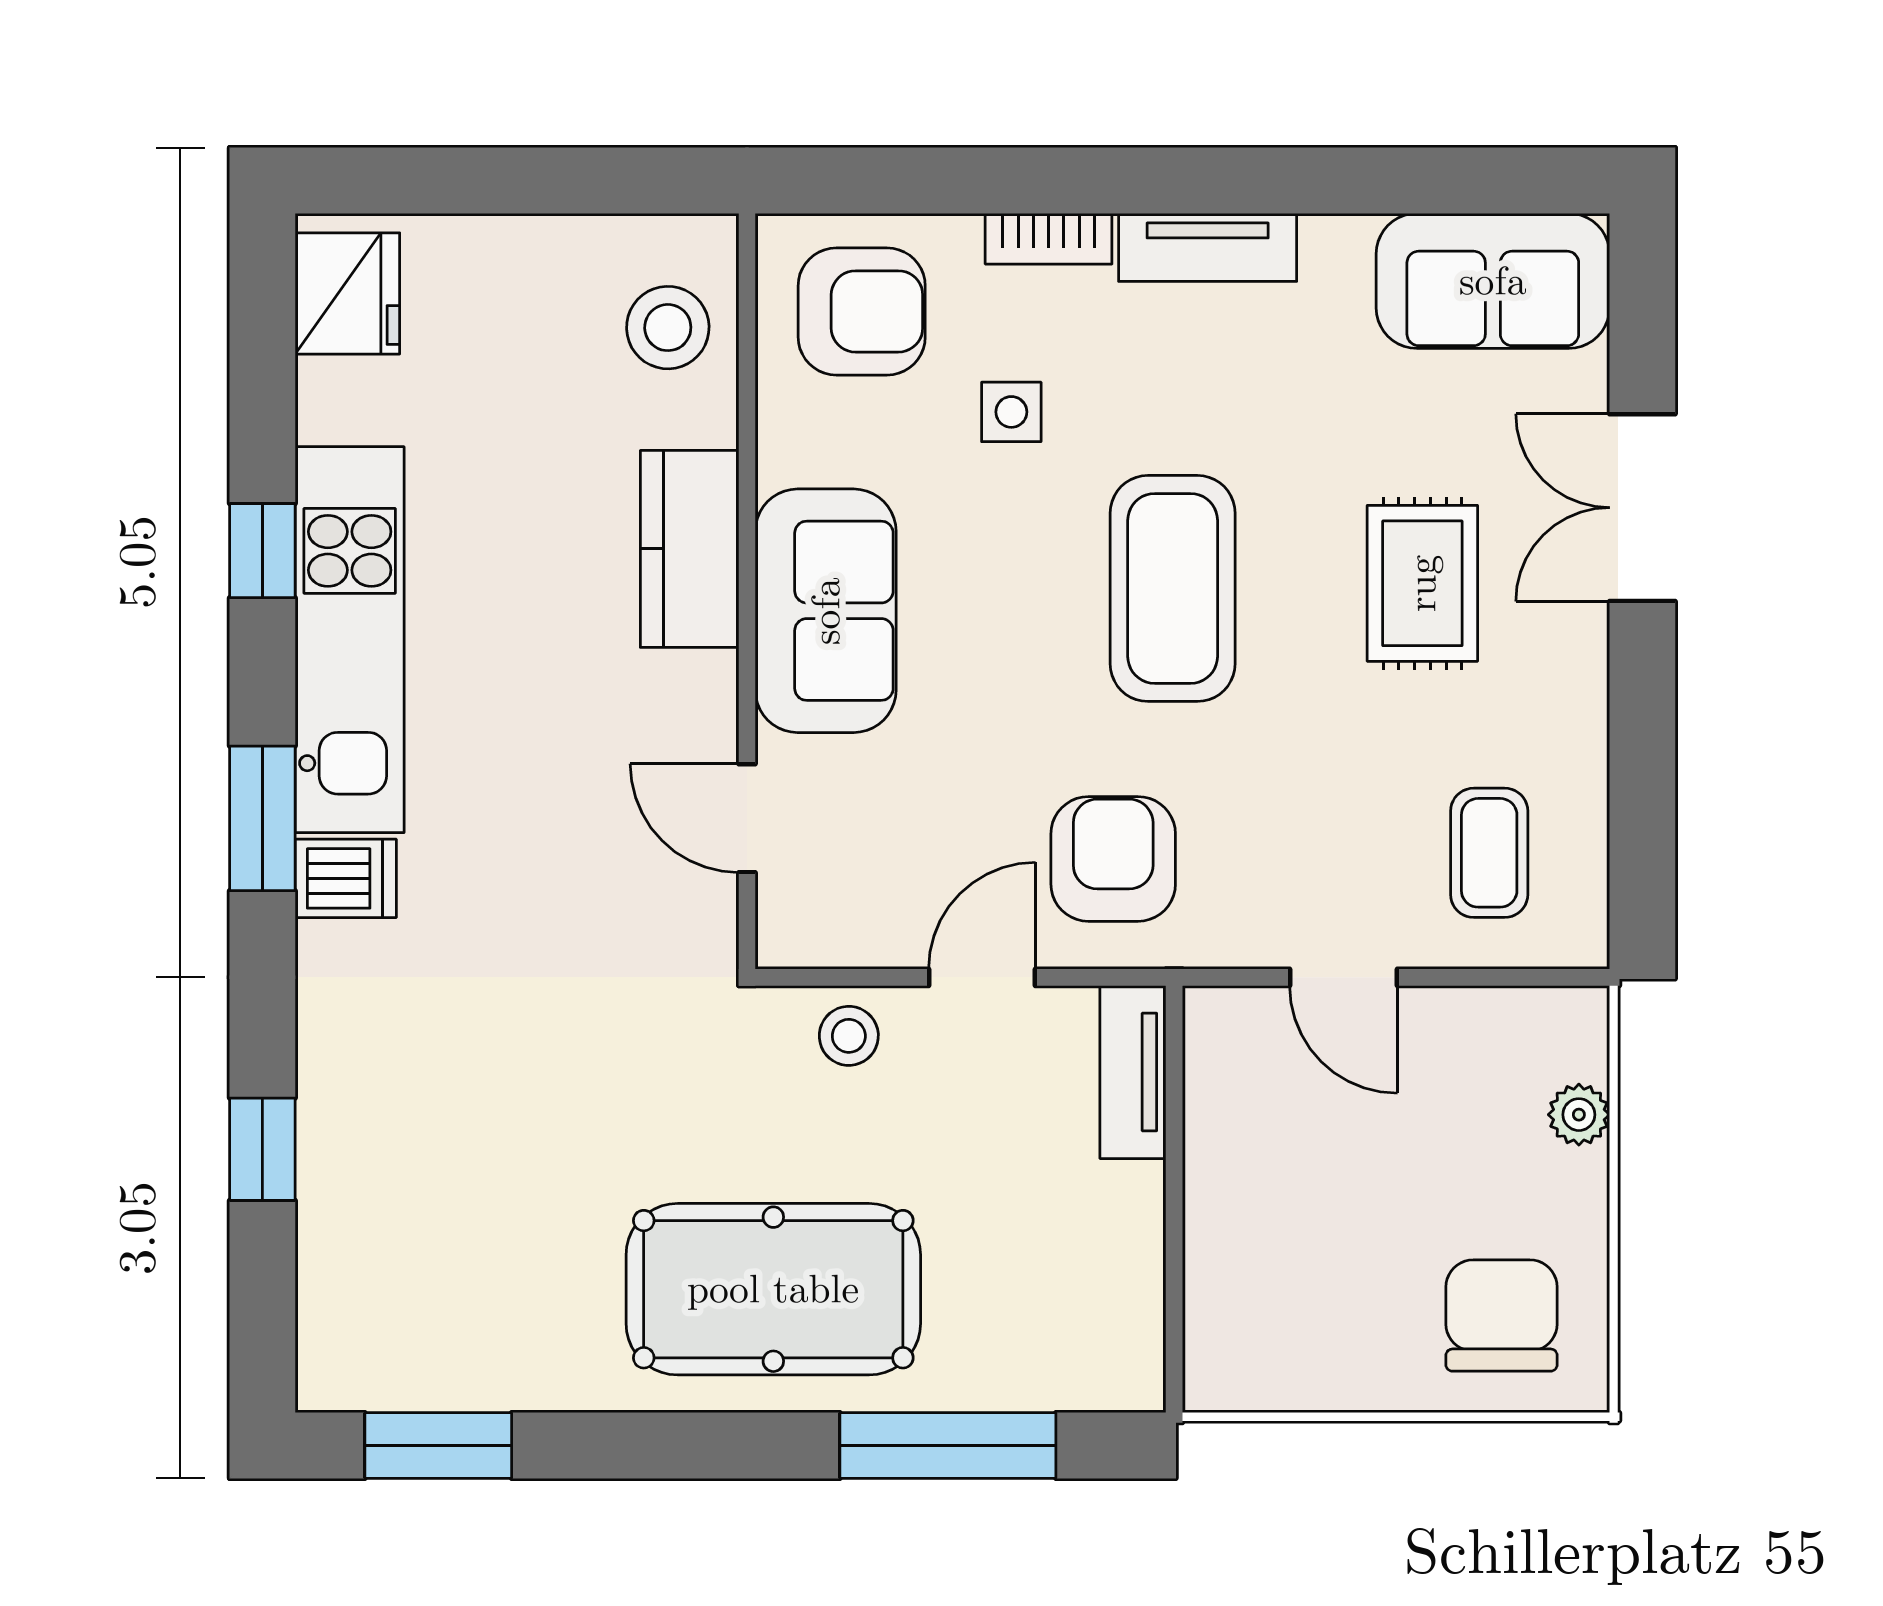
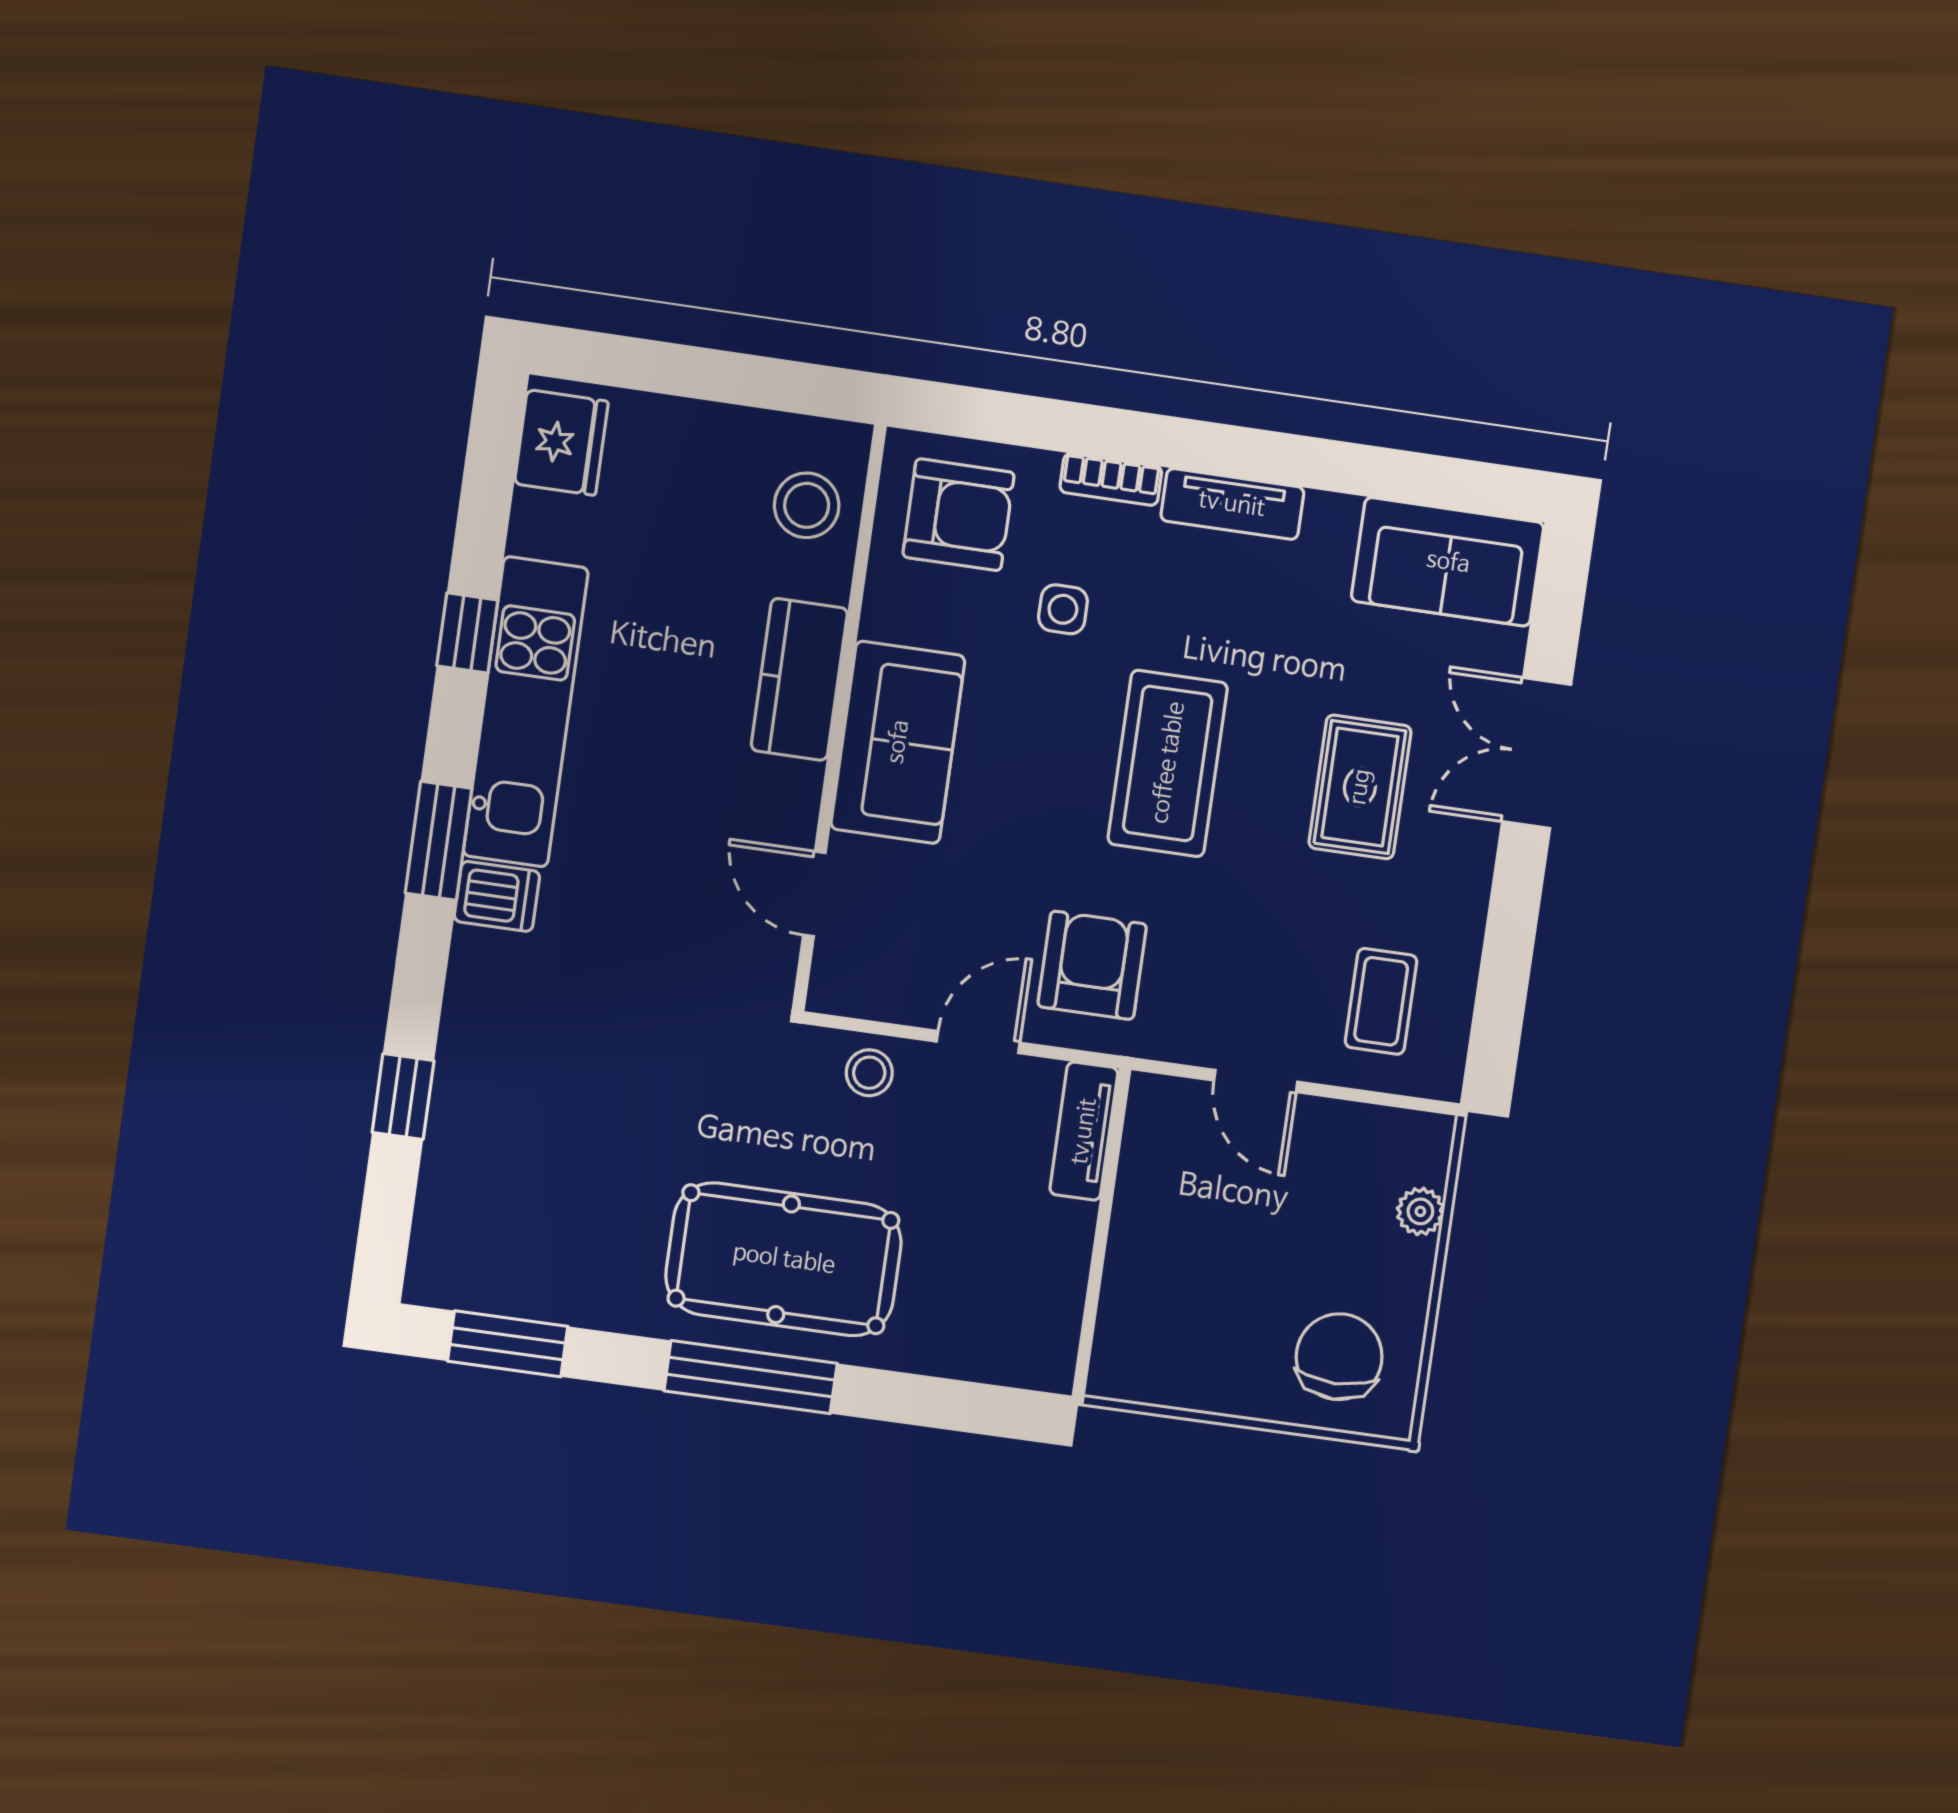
window: (948, 1446) -> (751, 1377), moved

